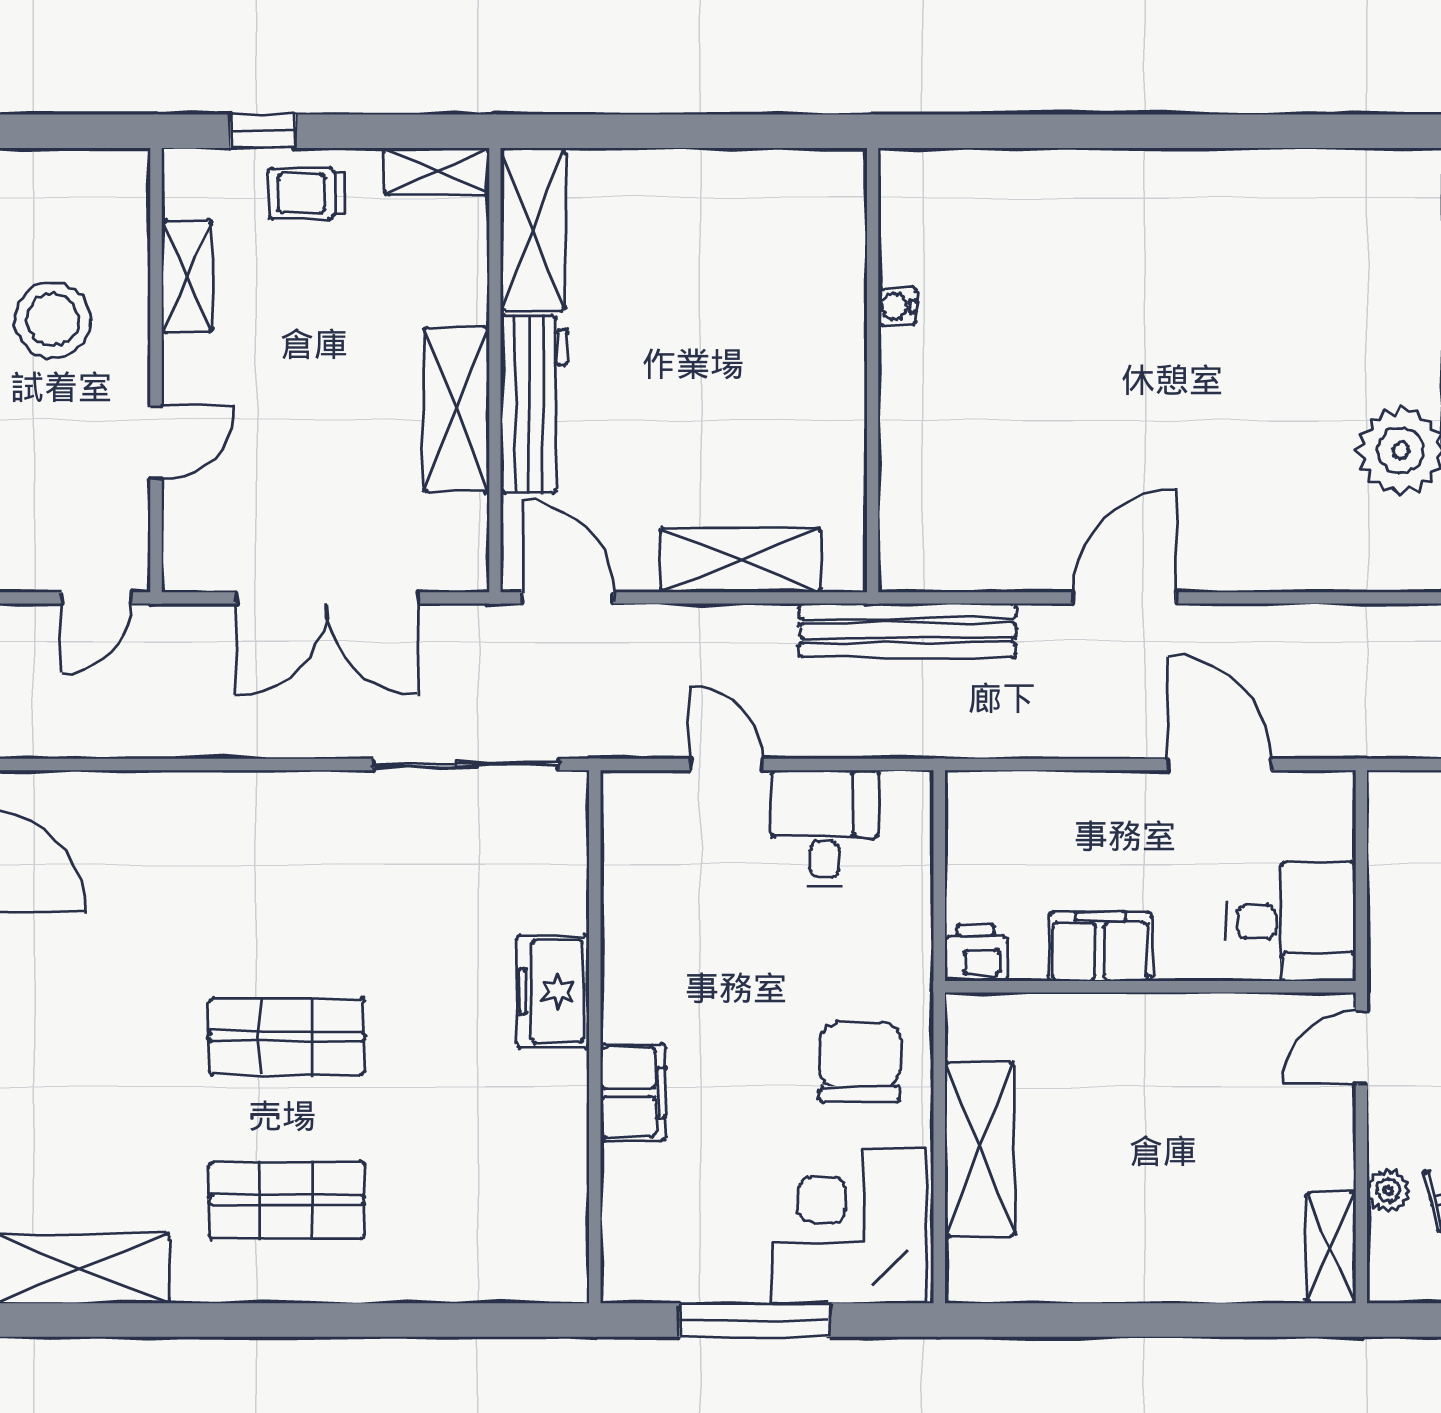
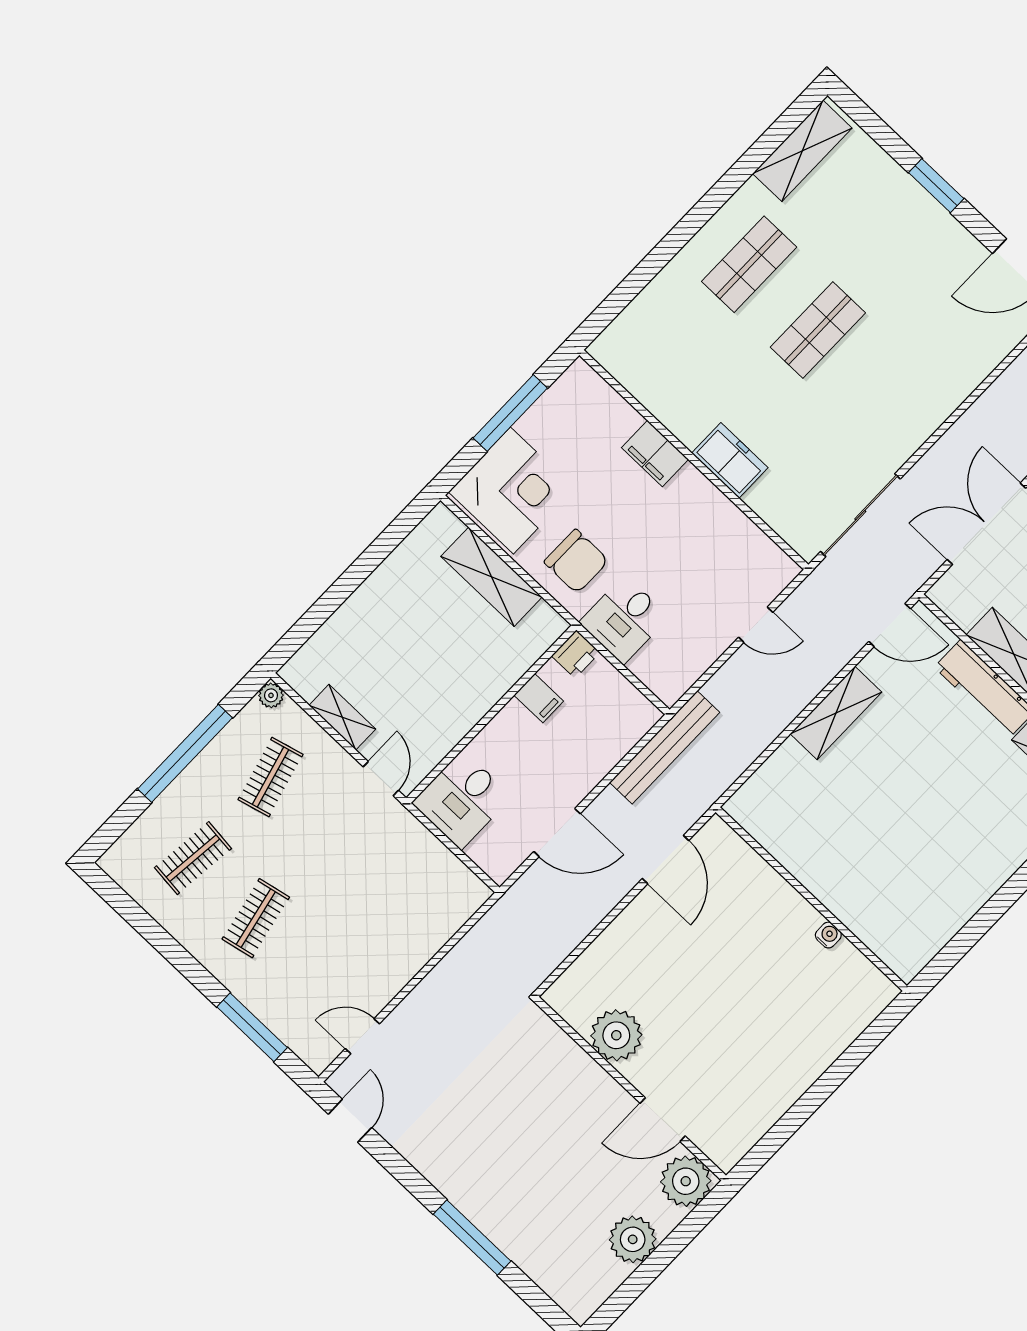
water cooler: (897, 306) -> (828, 935), moved
wall: (873, 370) -> (811, 899), moved
bench: (908, 631) -> (665, 747), moved
desk: (825, 828) -> (624, 620), moved, turned 90
filing cabinet: (1100, 947) -> (539, 698), width x0.50
plant: (1388, 1190) -> (271, 695), moved
shelving: (1331, 1248) -> (342, 717), moved

